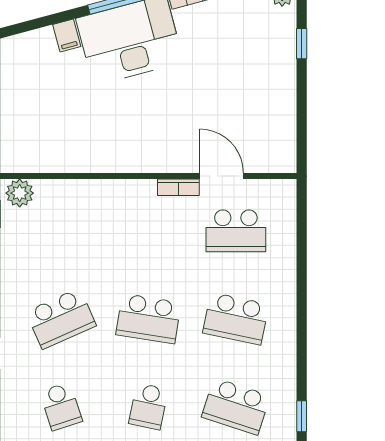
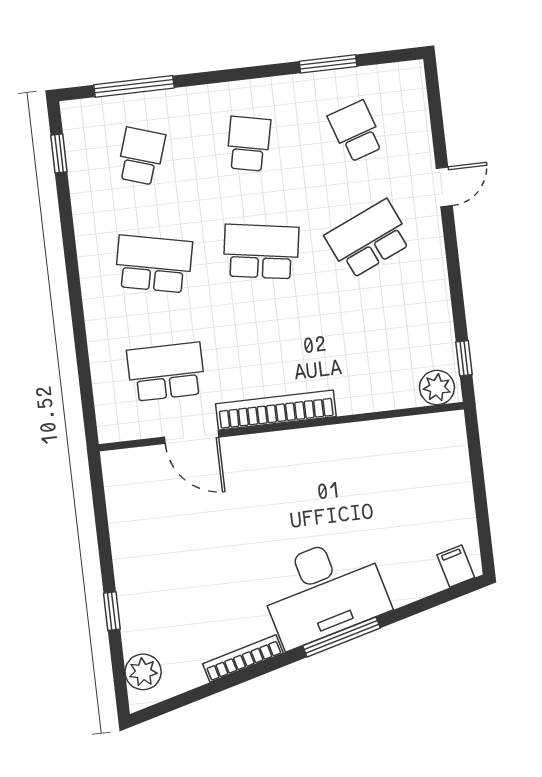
filing cabinet: (67, 36) -> (456, 566), moved
bookcase: (178, 187) -> (276, 410), width x2.31, depth x1.31
school desk: (236, 406) -> (141, 156), width x0.54

